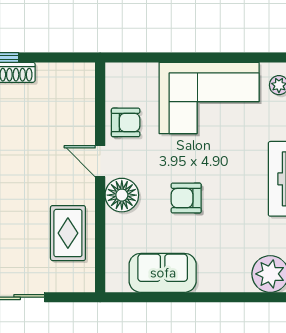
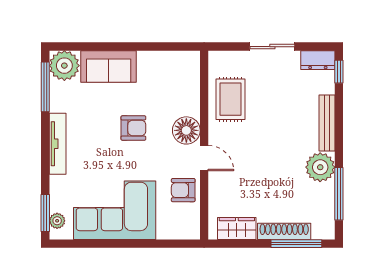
wardrobe: (60, 76) -> (237, 228), added
sofa: (163, 273) -> (109, 66), moved

